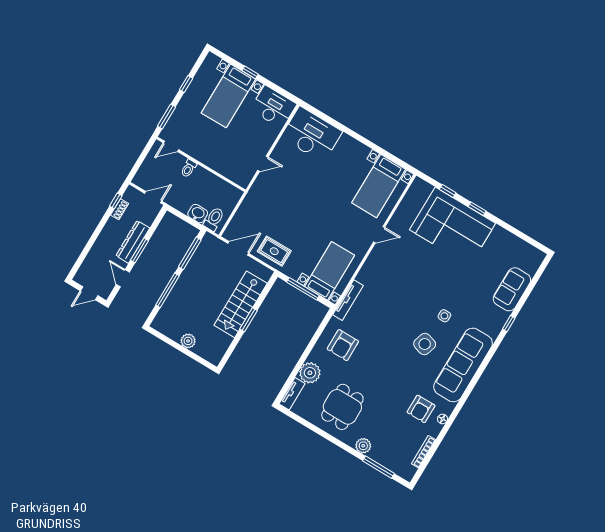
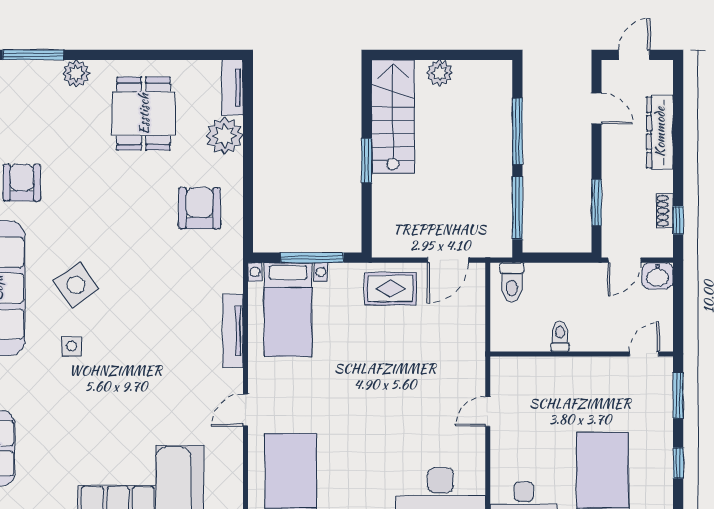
toilet: (189, 168) -> (560, 336), moved
washbasin: (198, 214) -> (657, 276), moved
dresser: (133, 242) -> (660, 132), moved, turned 180
window: (140, 250) -> (597, 203), moved
tv unit: (348, 300) -> (233, 331), moved
stairs: (241, 304) -> (393, 116), moved
side table: (425, 344) -> (76, 285), turned 38

